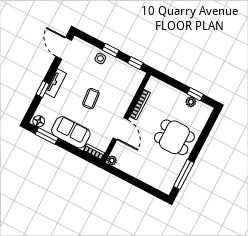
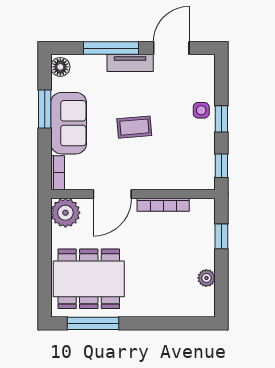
door: (64, 48) -> (171, 48), moved
window: (43, 89) -> (111, 48), width x2.17
window: (195, 94) -> (221, 236), moved
window: (47, 136) -> (45, 109), moved
dining table: (174, 137) -> (89, 279), moved, width x1.38
plant: (112, 160) -> (65, 213), width x1.88, depth x1.88

